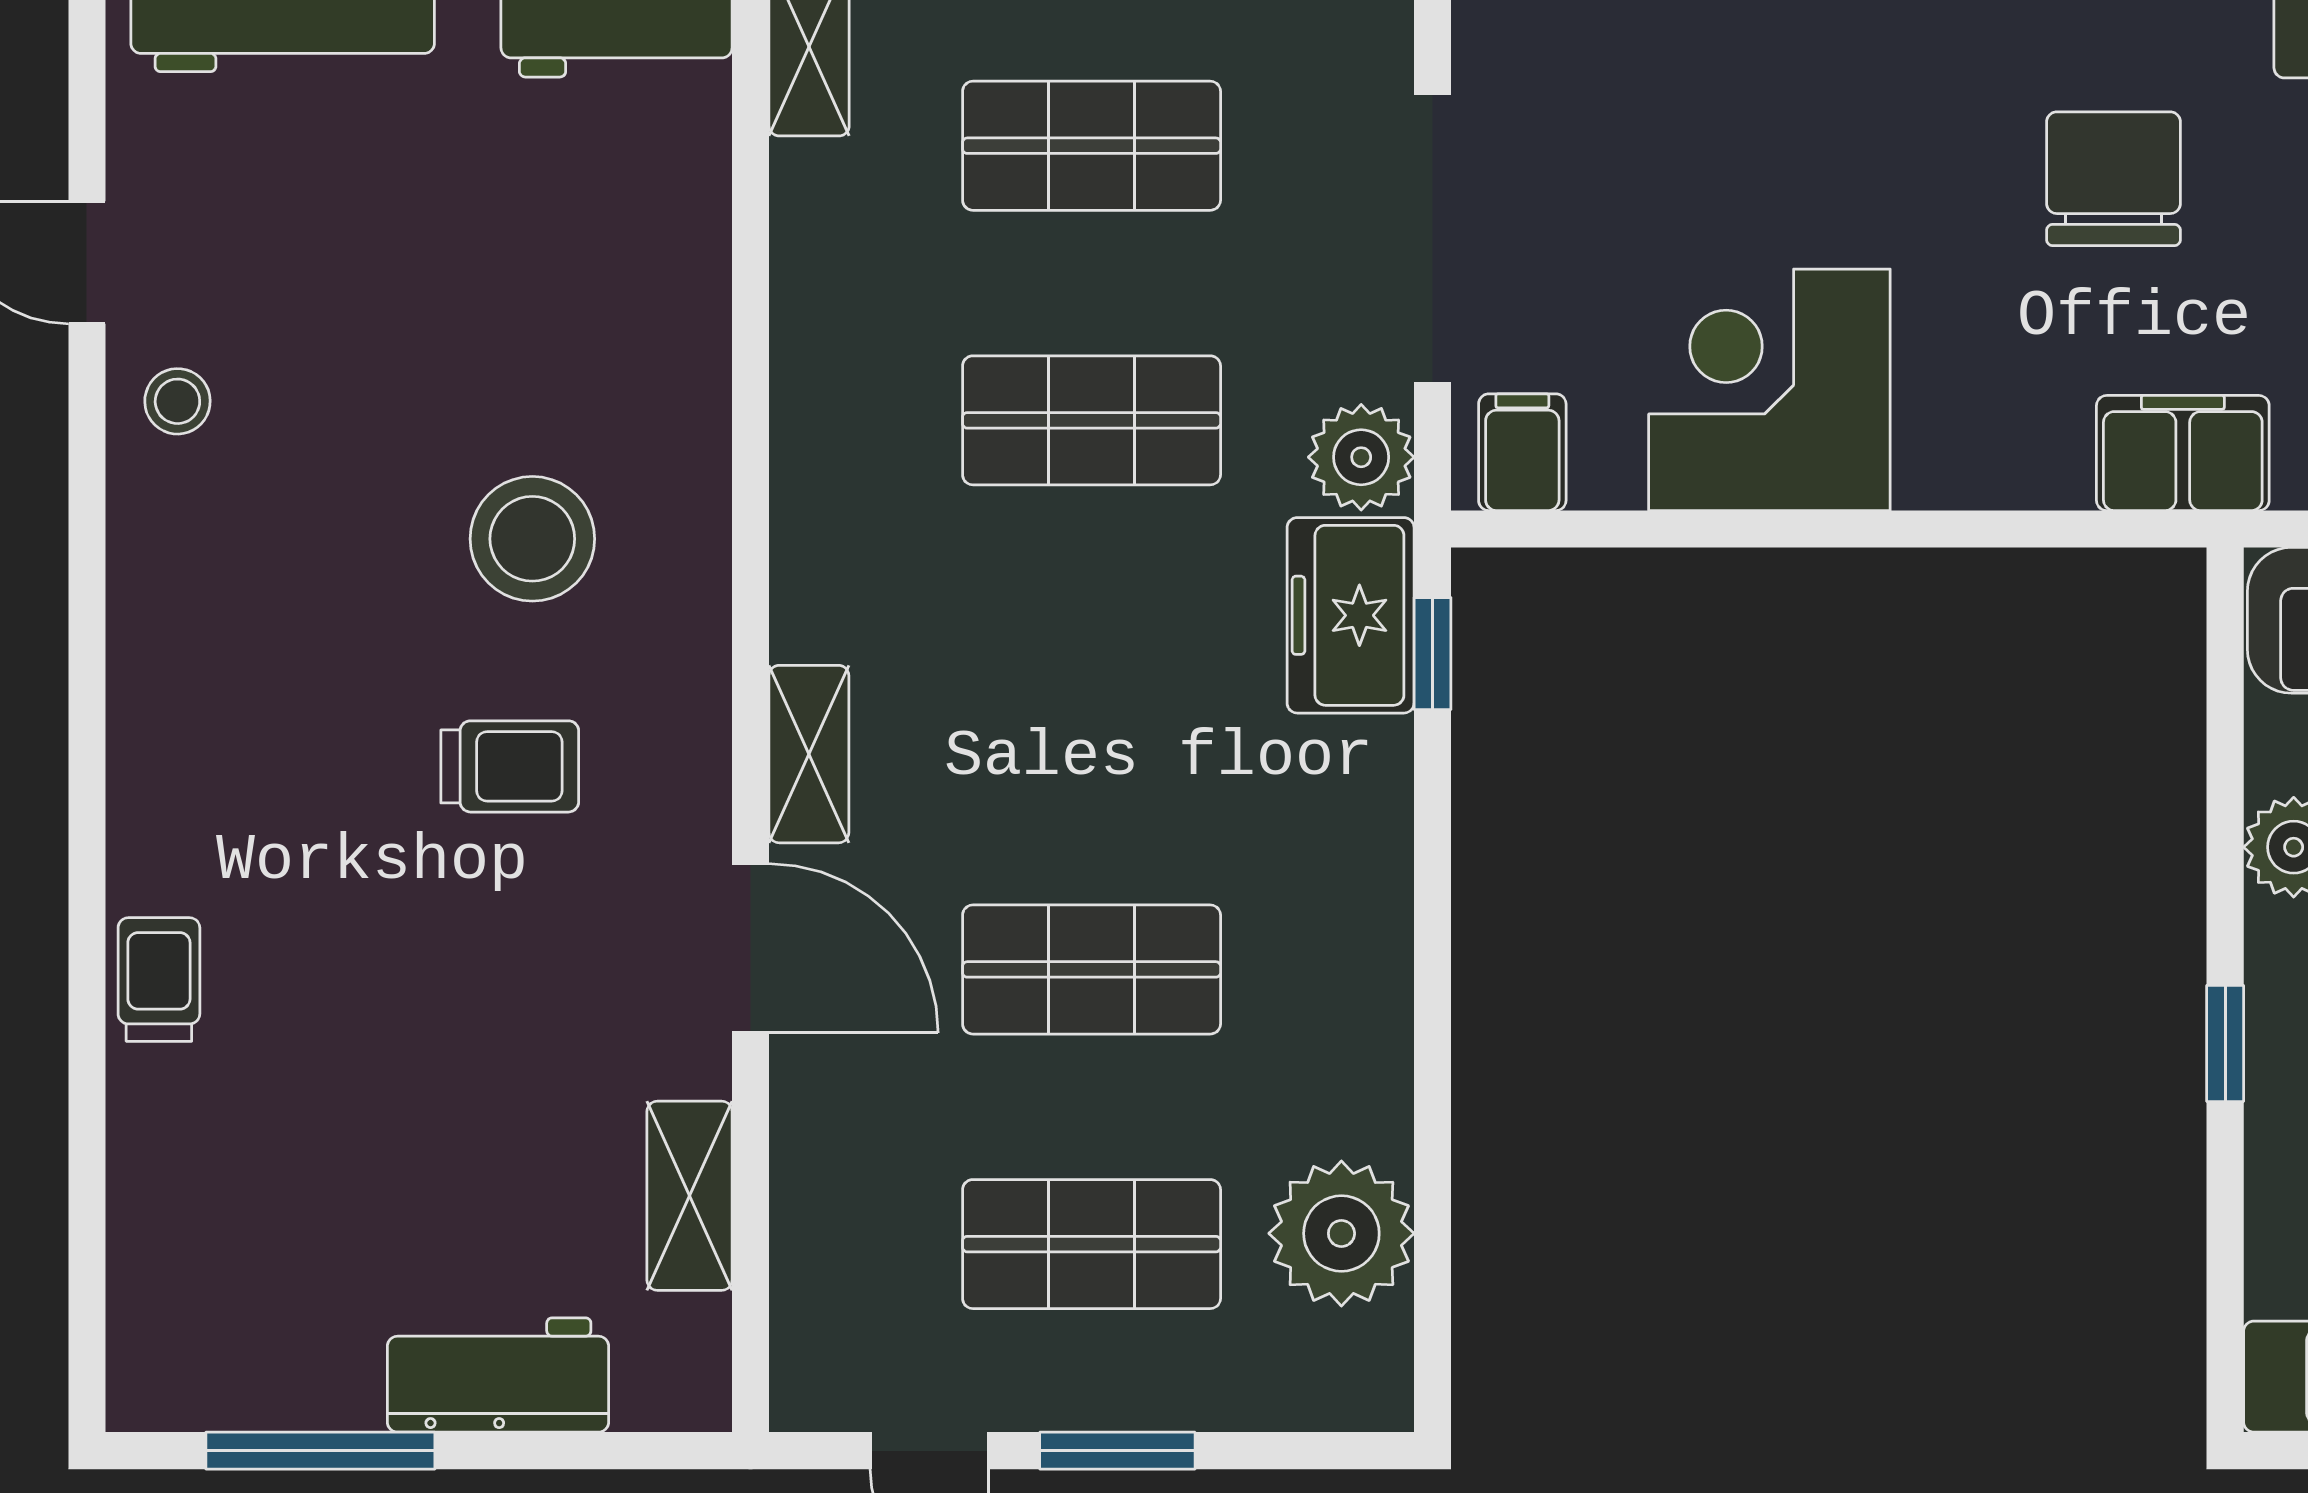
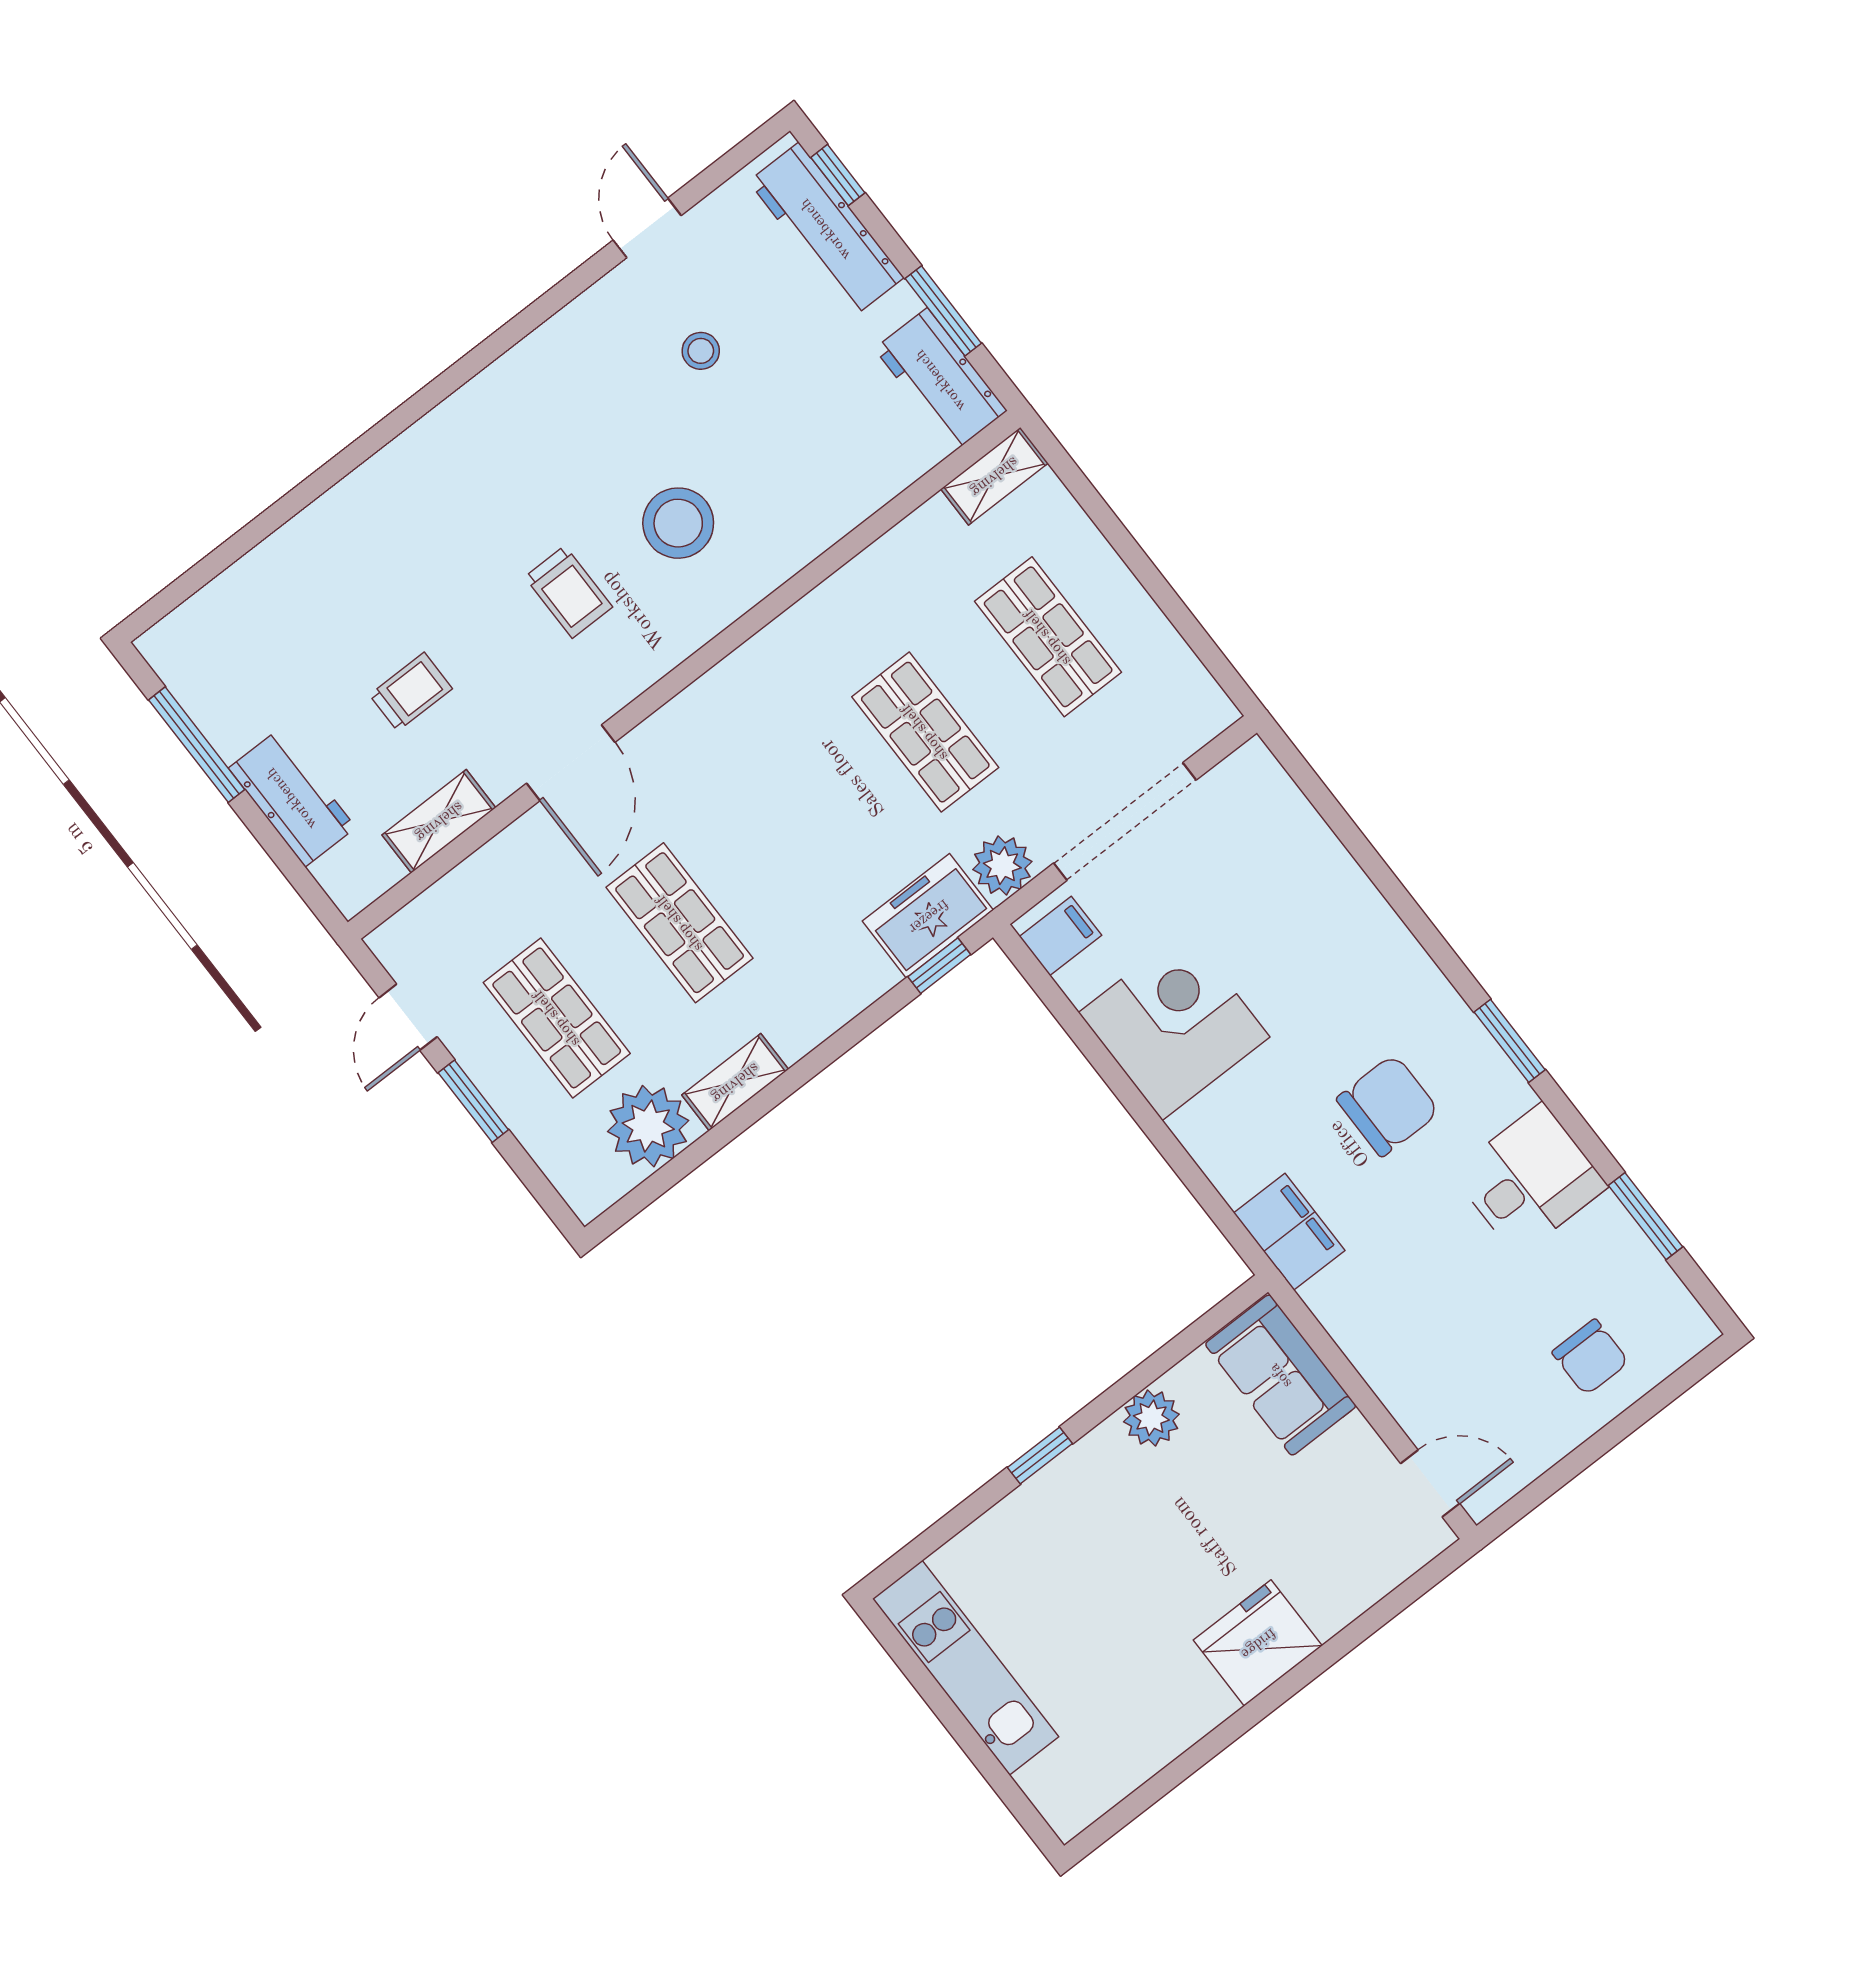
stool: (177, 401) -> (701, 351), moved
shelving: (809, 754) -> (735, 1082), moved
trolley: (159, 979) -> (411, 692), moved

